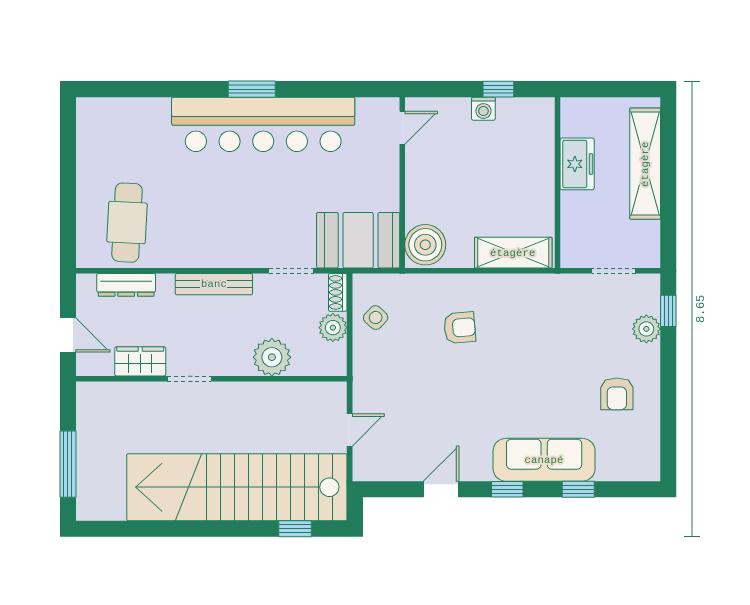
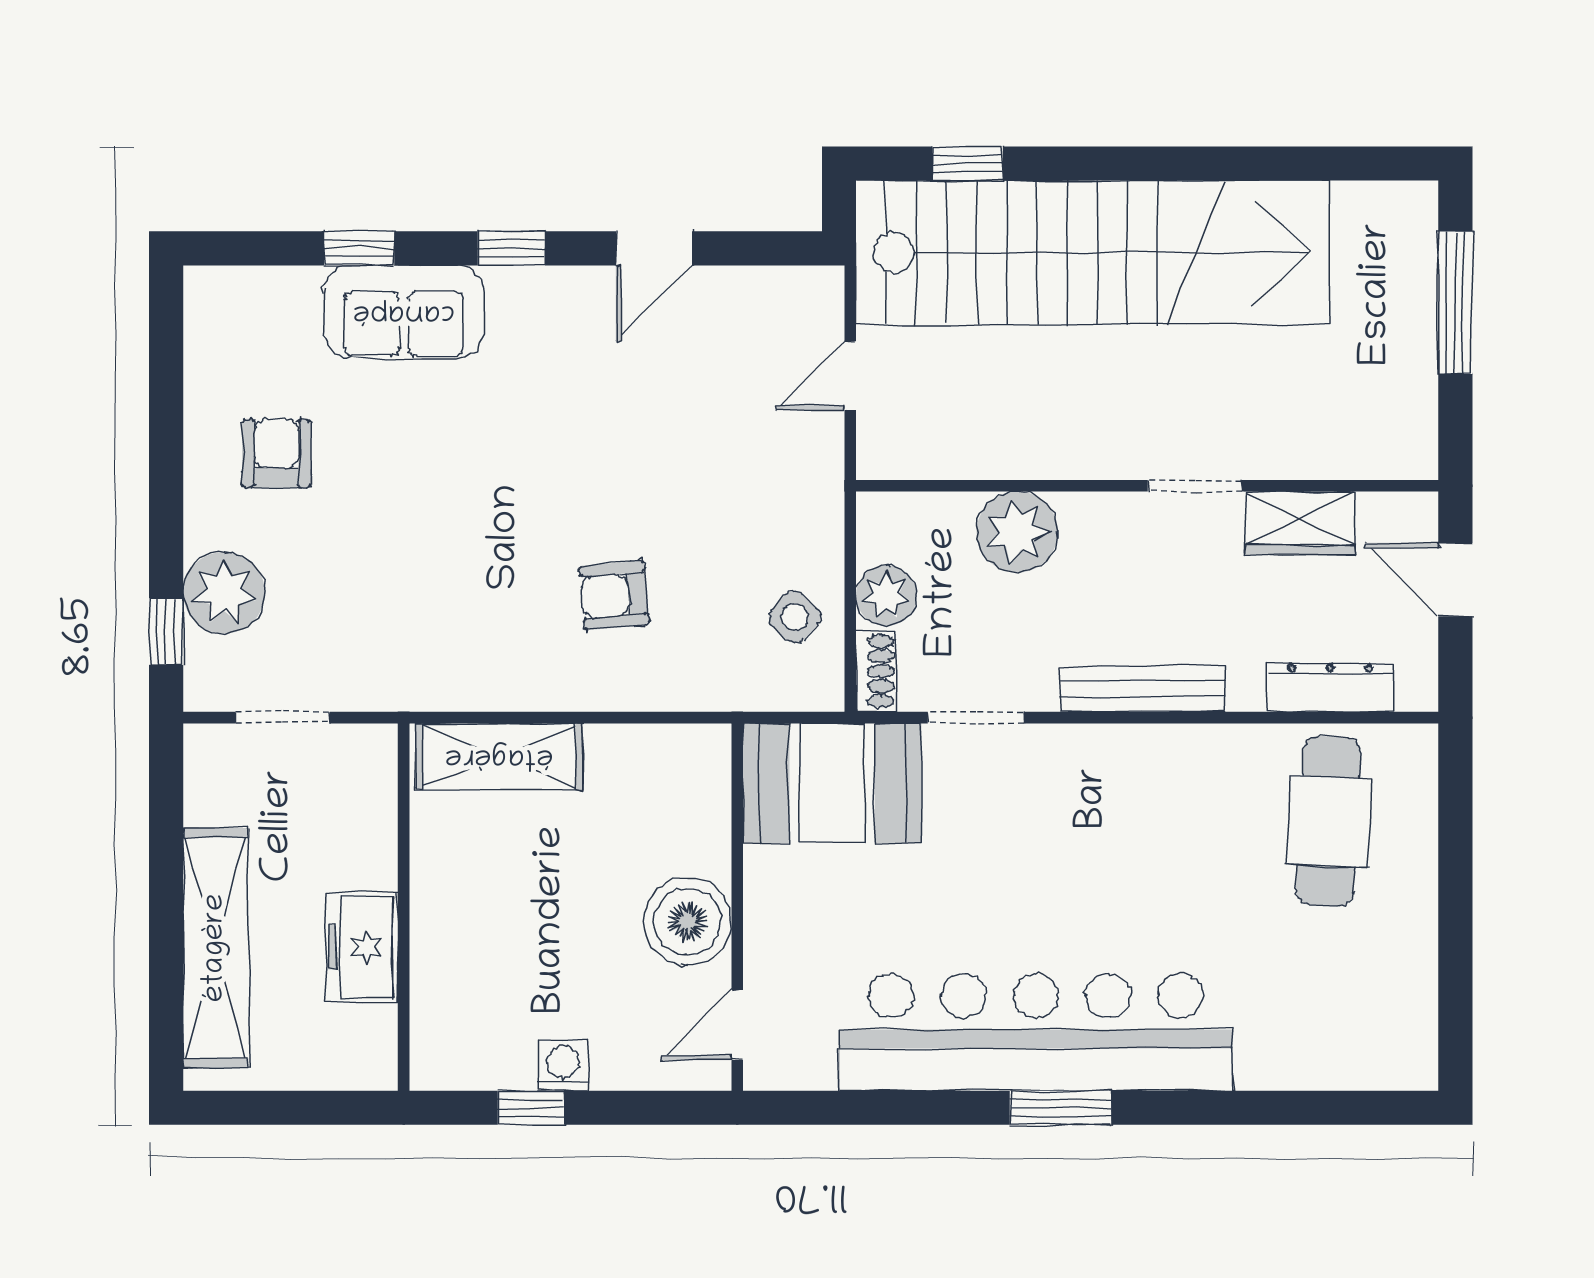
boiler: (425, 245) -> (688, 921), moved
plant: (646, 329) -> (224, 593), width x1.36, depth x1.36
sofa: (544, 460) -> (404, 312), width x0.73

